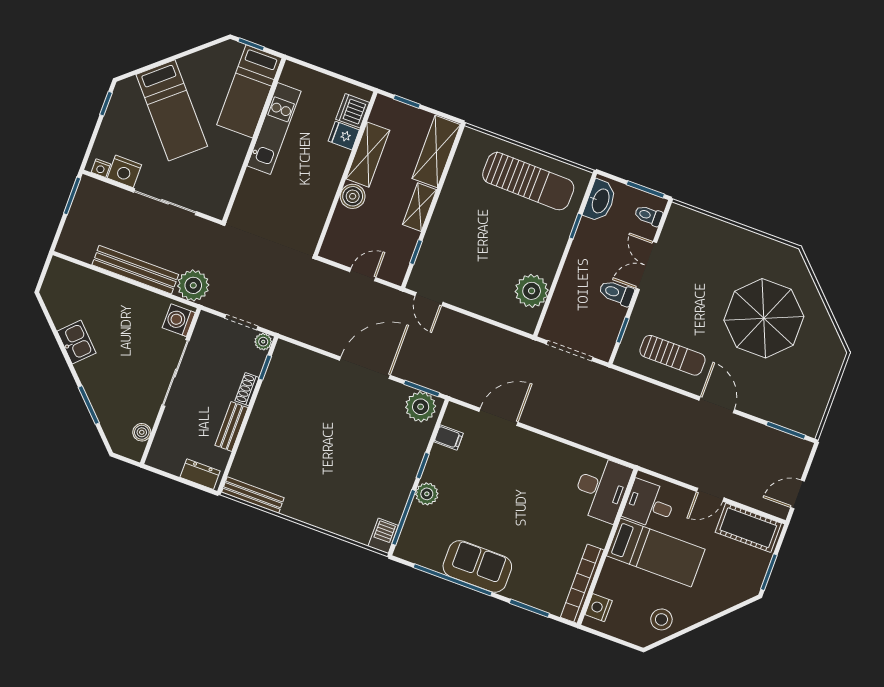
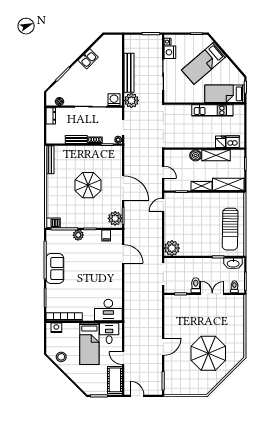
plant: (532, 291) -> (172, 248), moved
sun lounger: (672, 355) -> (178, 320), removed
parasol: (333, 437) -> (88, 185), added
dresser: (200, 474) -> (51, 116), moved

